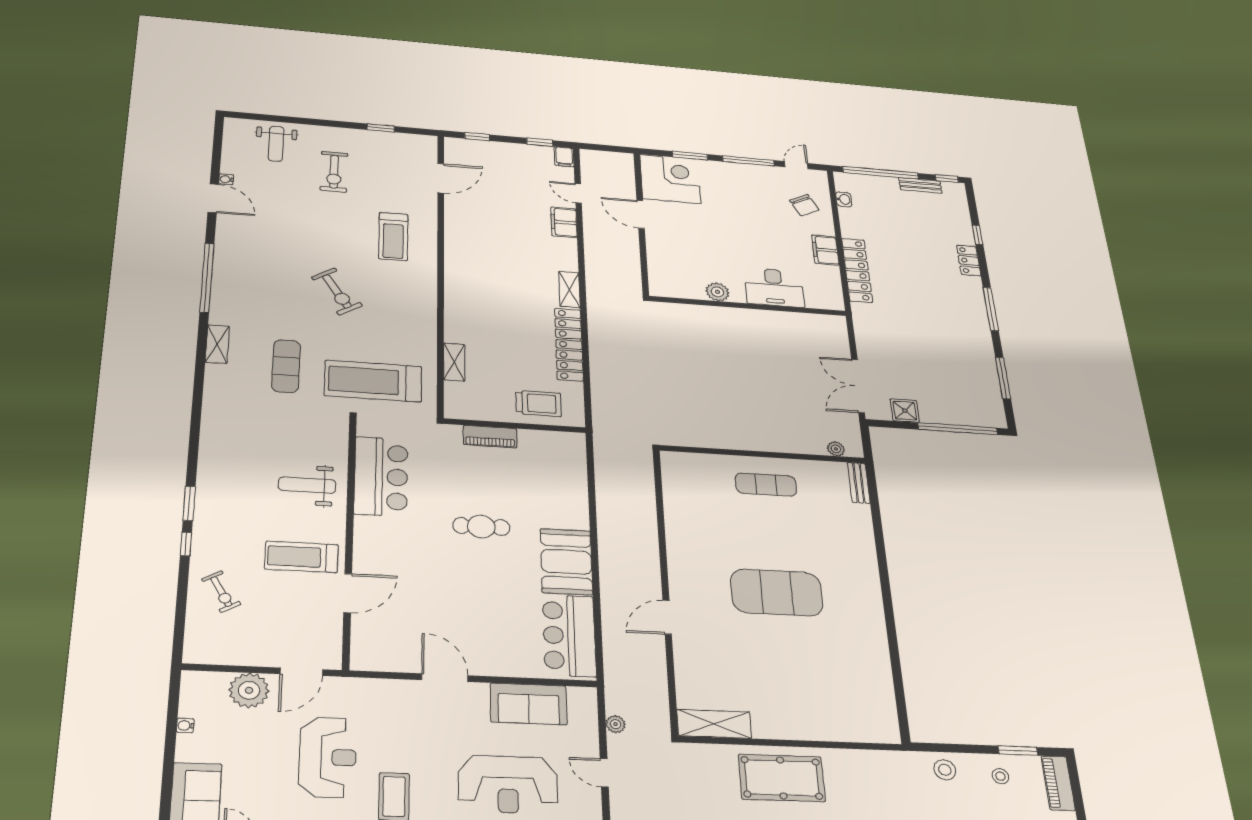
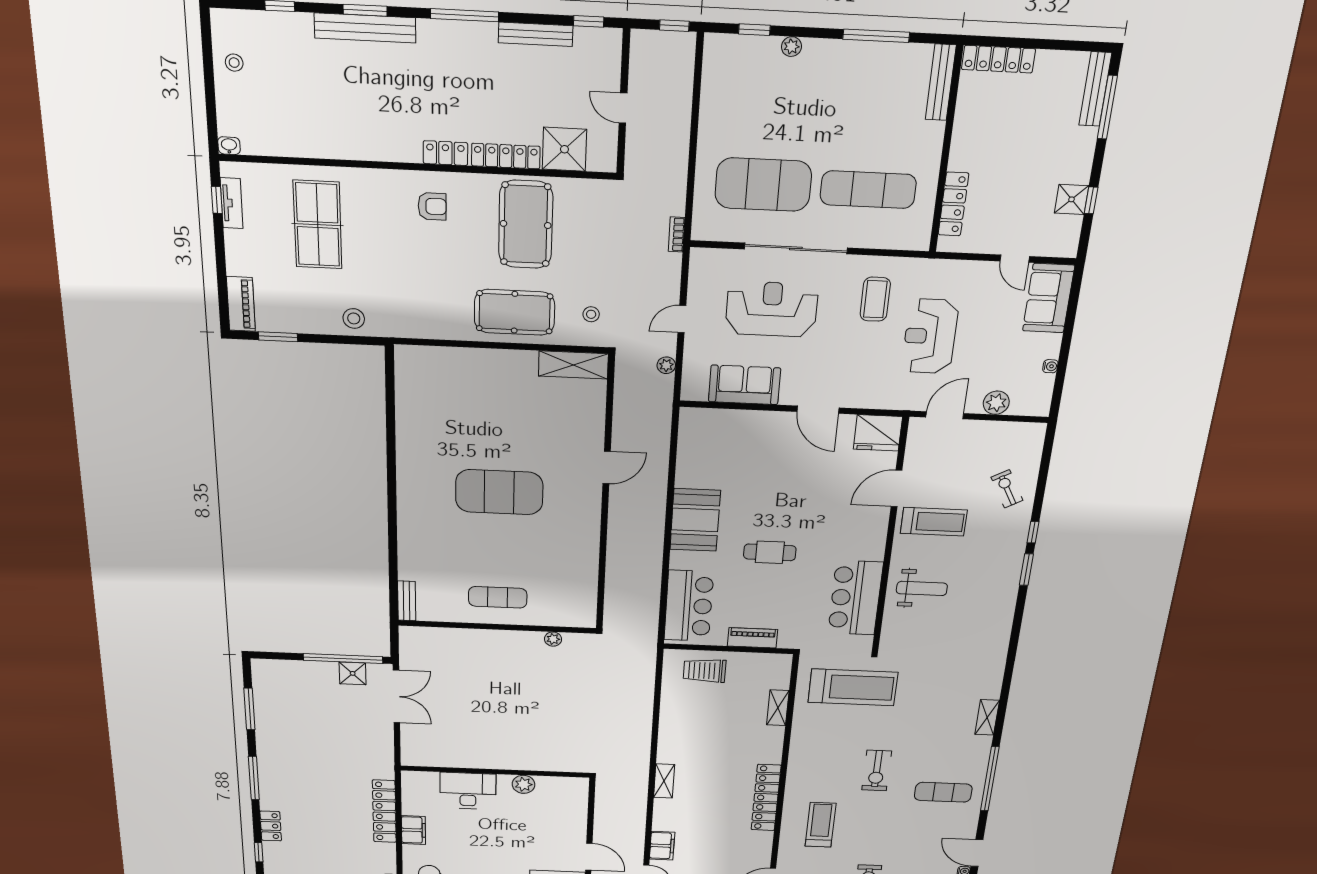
exercise bike: (337, 291) -> (877, 771), turned -148
locker: (569, 344) -> (766, 798), moved, turned 180
exercise mat: (286, 366) -> (943, 792), moved, turned 90
window: (958, 429) -> (343, 658), moved
plant: (836, 449) -> (553, 639), moved
bar counter: (569, 636) -> (689, 606), moved
fridge: (375, 653) -> (878, 433), added
plant: (249, 690) -> (996, 403), width x0.73, depth x0.73
door: (604, 773) -> (682, 319), swing flipped
stool: (1000, 776) -> (591, 314), moved

